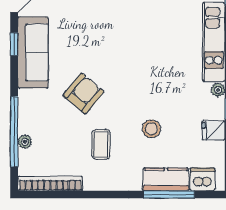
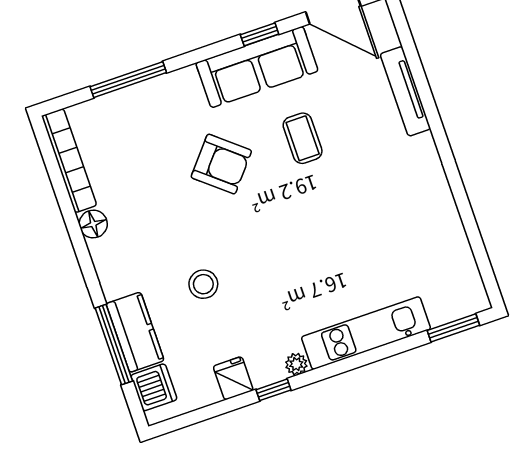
window: (14, 132) -> (128, 80), width x0.68
plant: (25, 142) -> (118, 101), removed
coffee table: (101, 144) -> (303, 138), moved, turned 90
floor lamp: (93, 182) -> (93, 224), added

